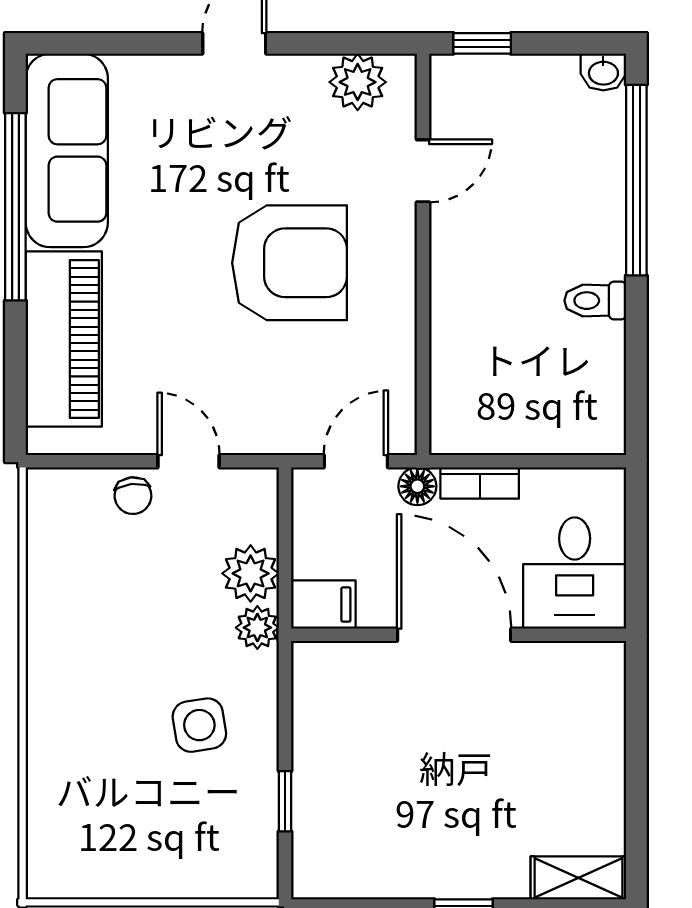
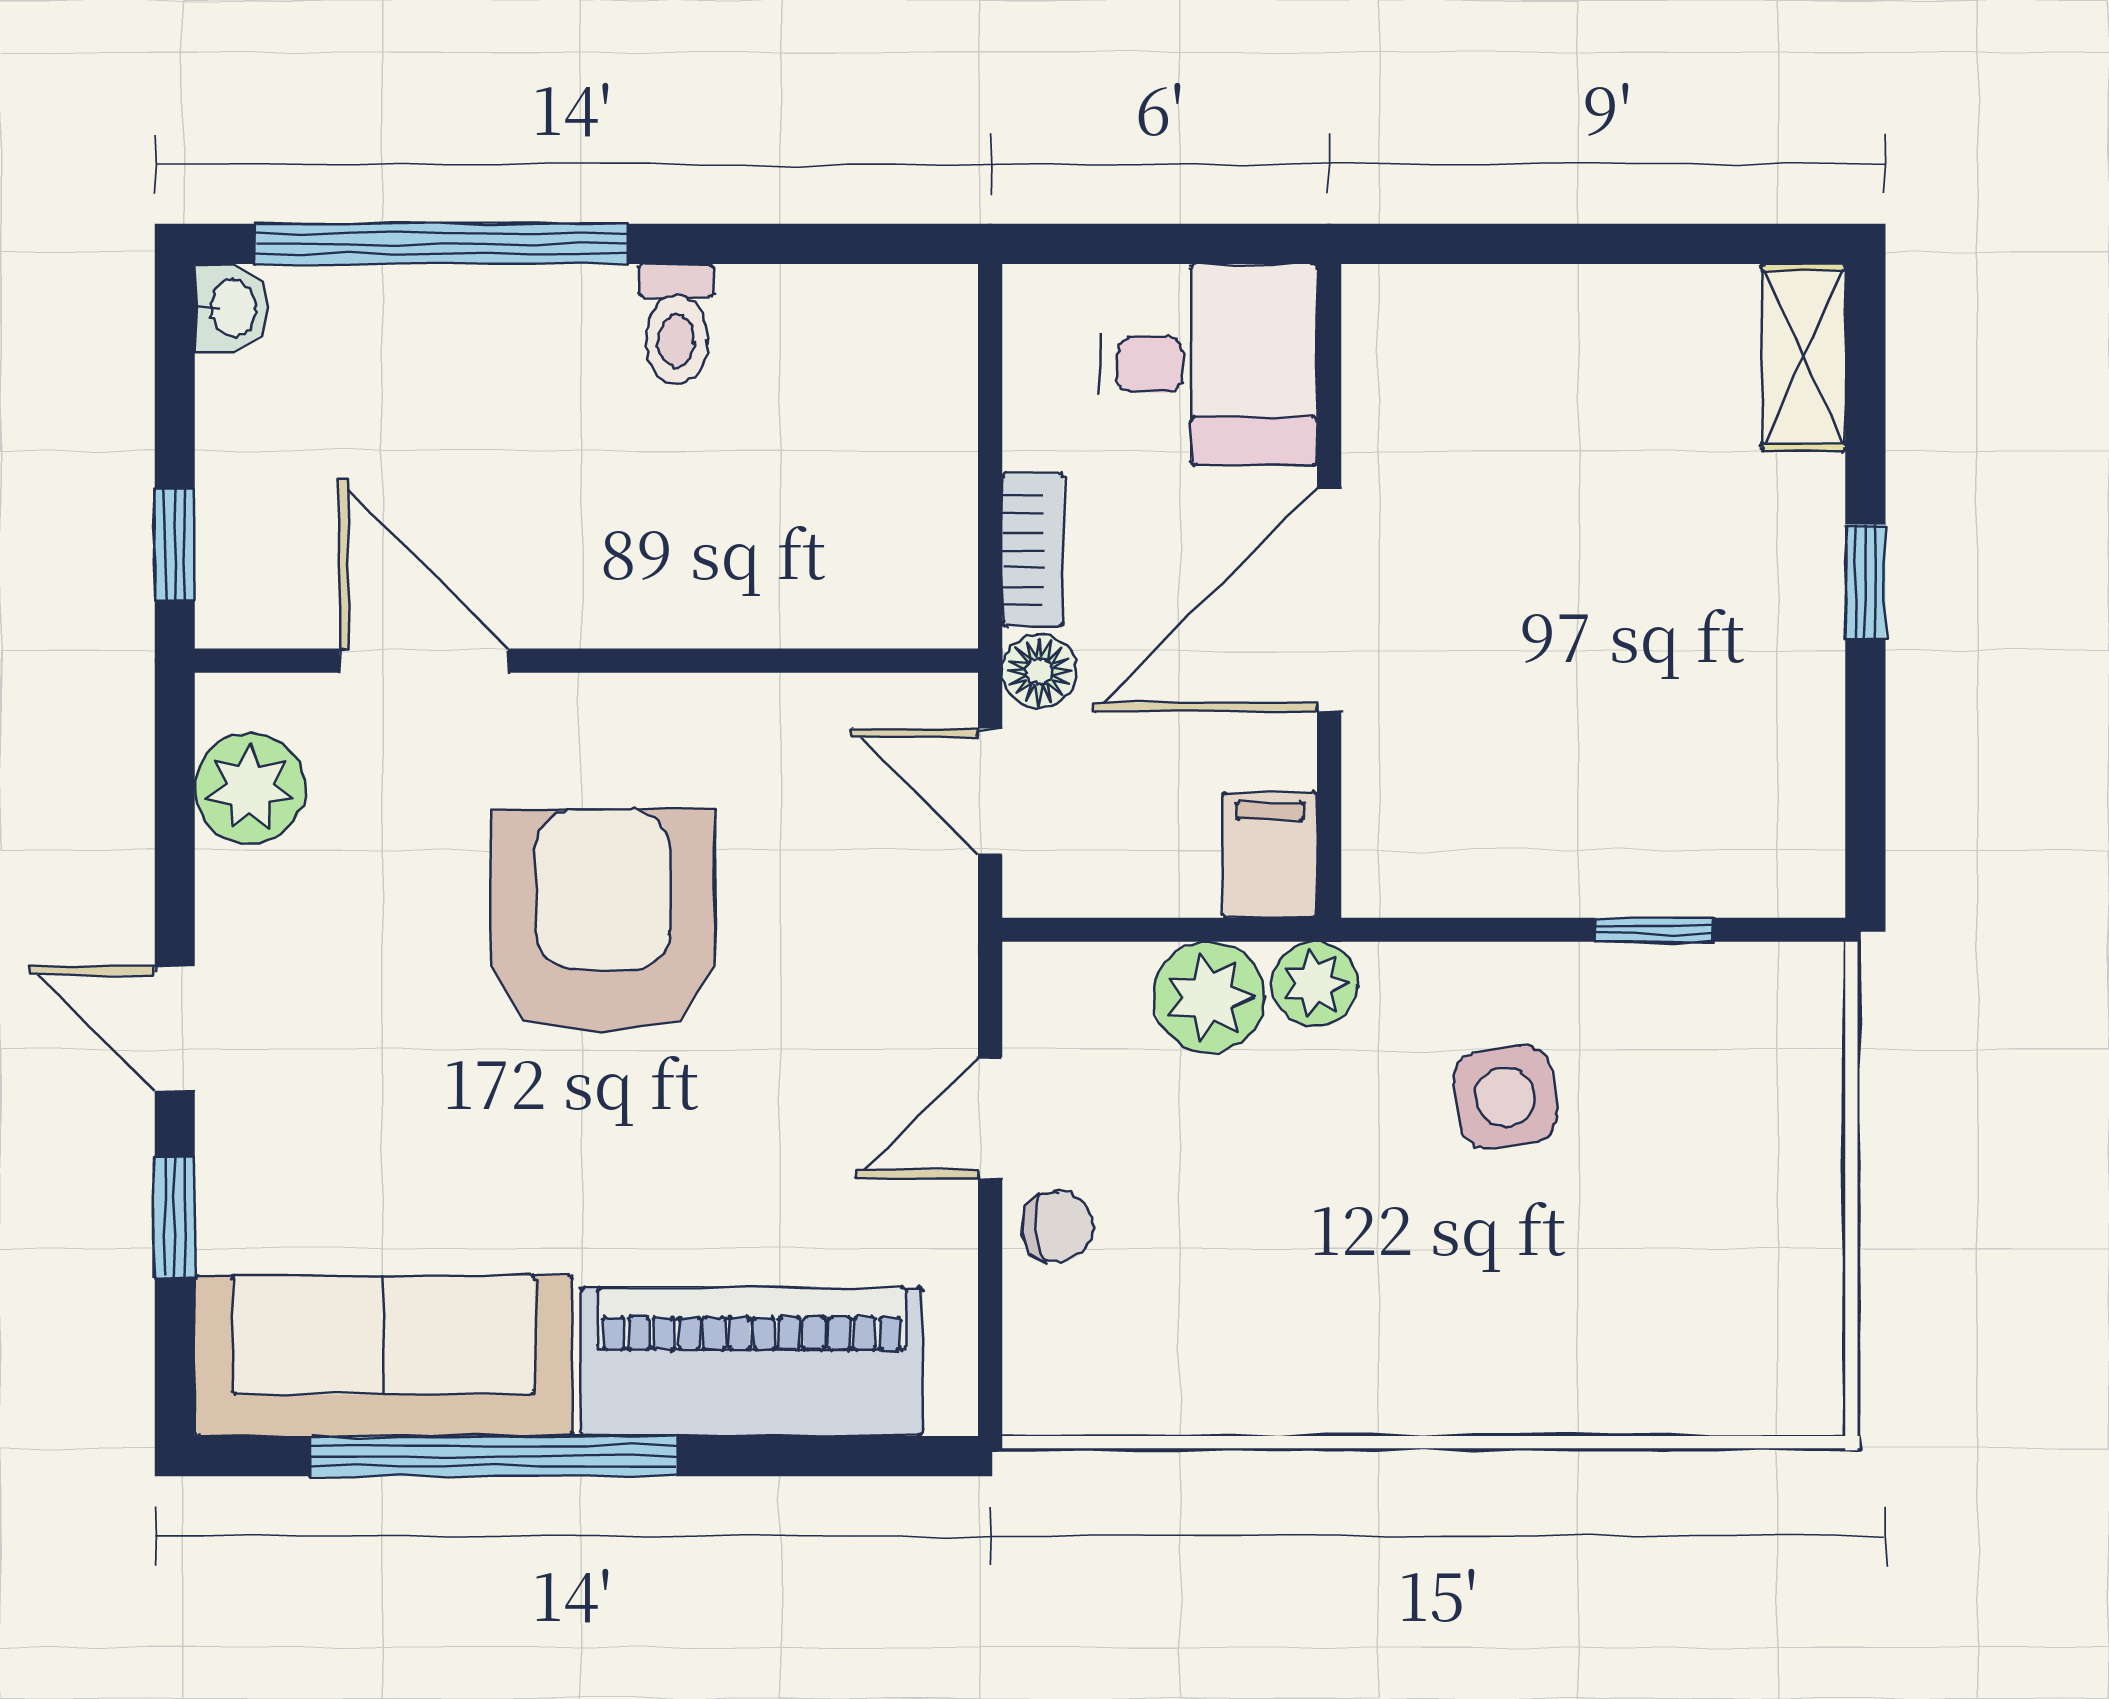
window: (138, 43) -> (175, 1217), added
door: (423, 171) -> (424, 661), width x1.37

